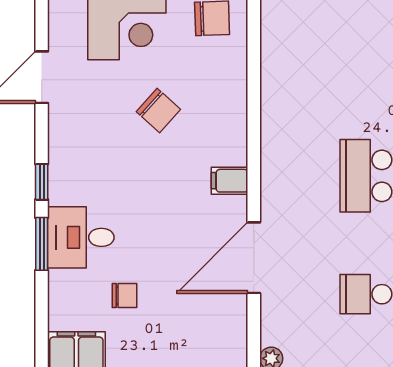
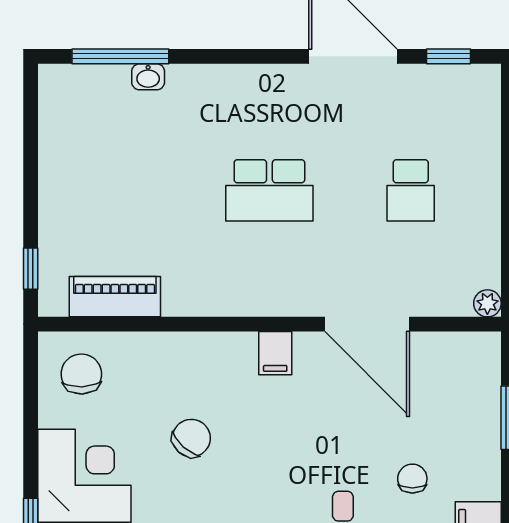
piano: (277, 46) -> (115, 297), added

